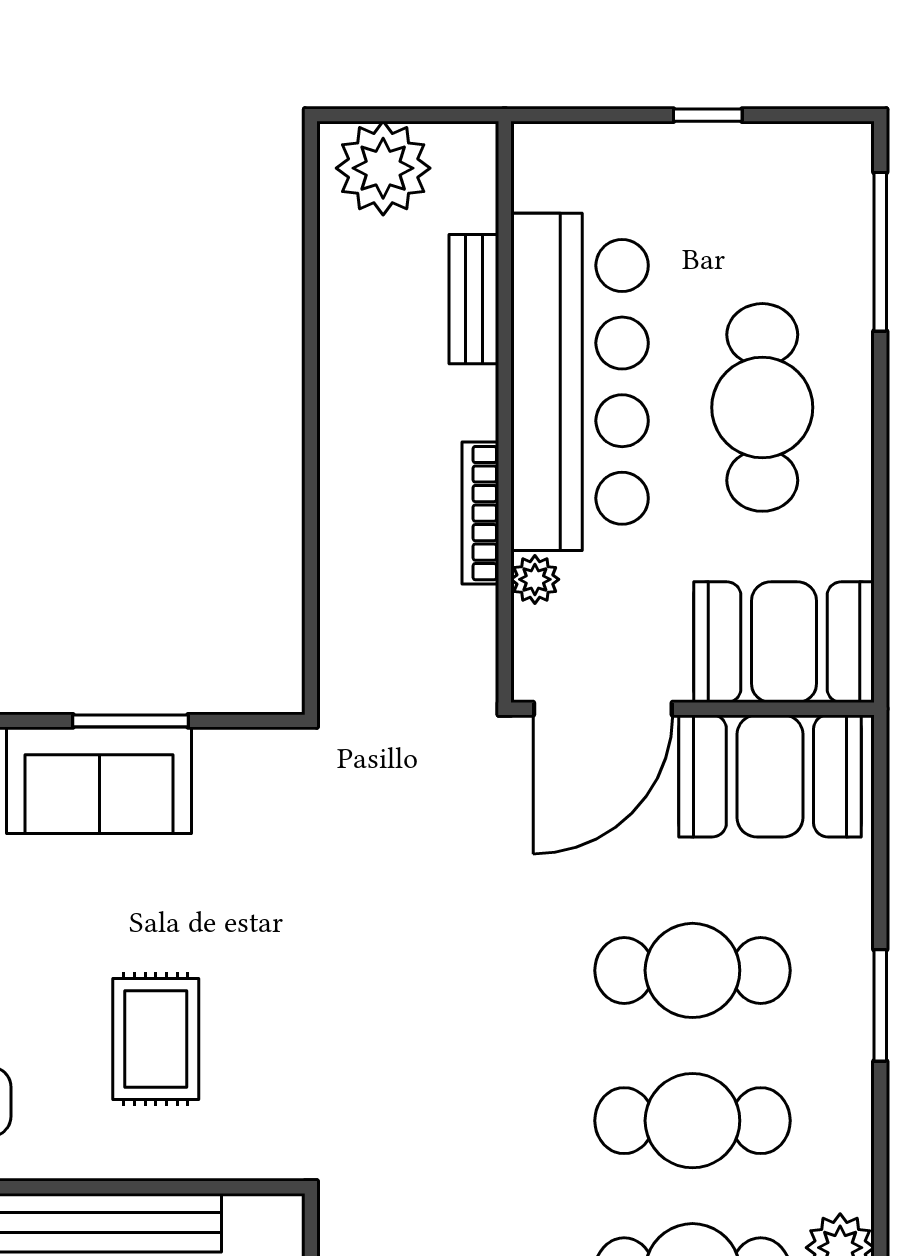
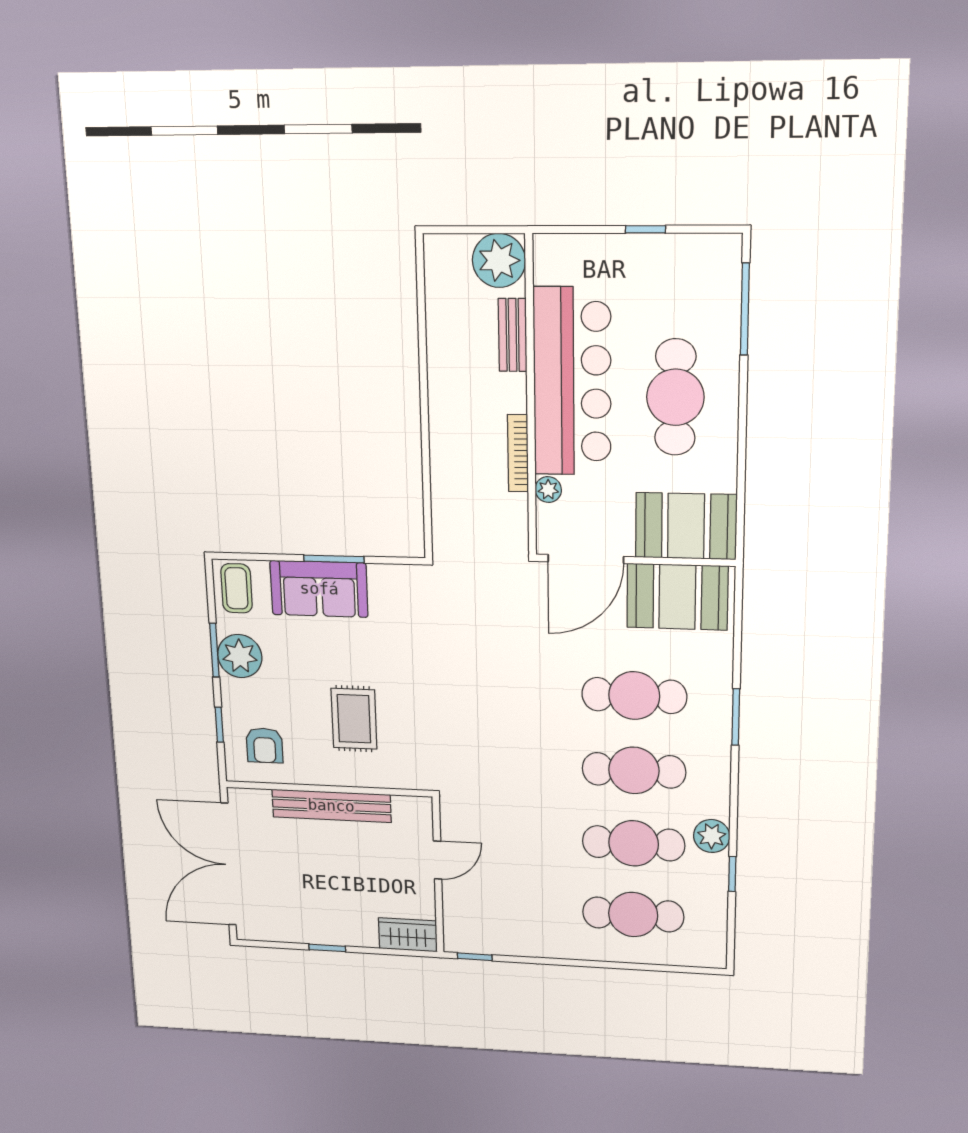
plant: (383, 168) -> (499, 260), moved

